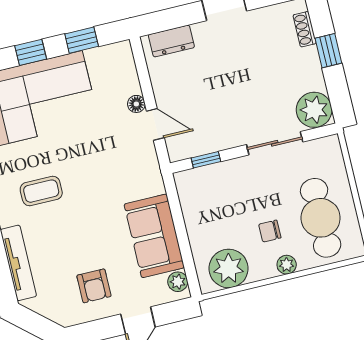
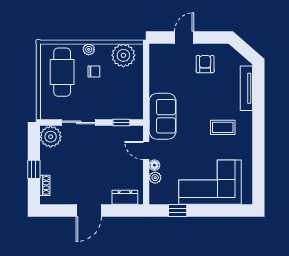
window: (31, 52) -> (209, 210), removed
sofa: (154, 236) -> (163, 116), moved
plant: (178, 282) -> (155, 178), moved

